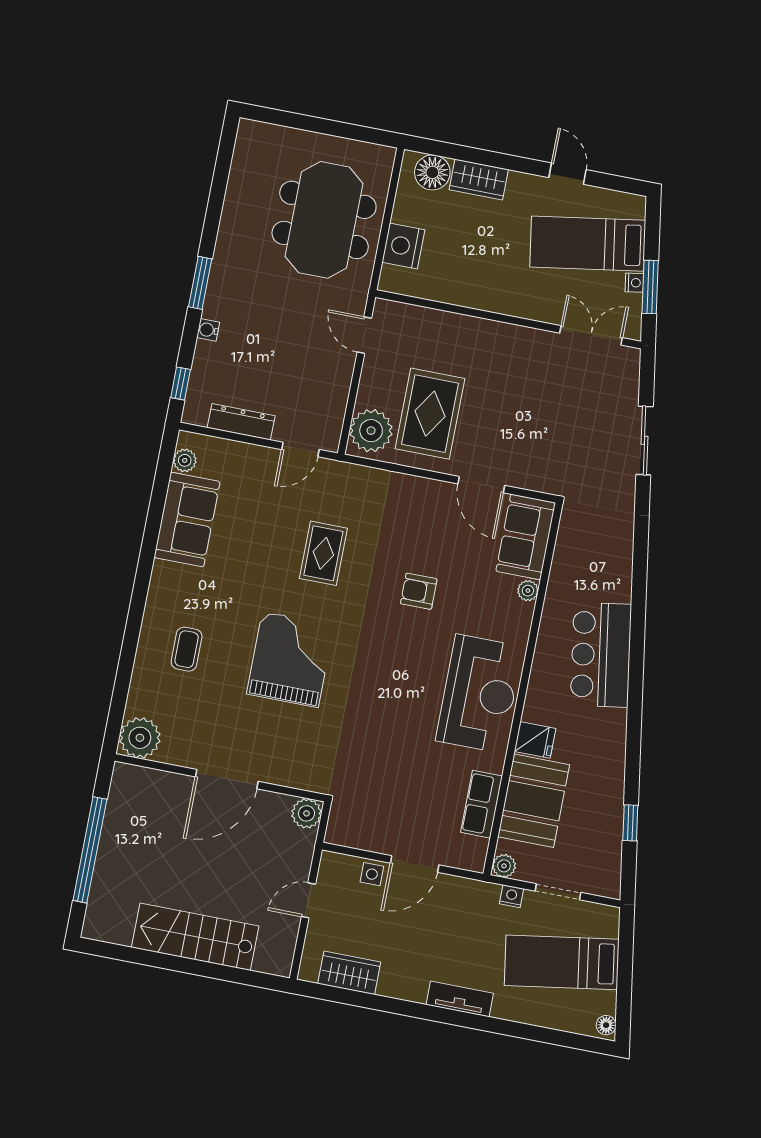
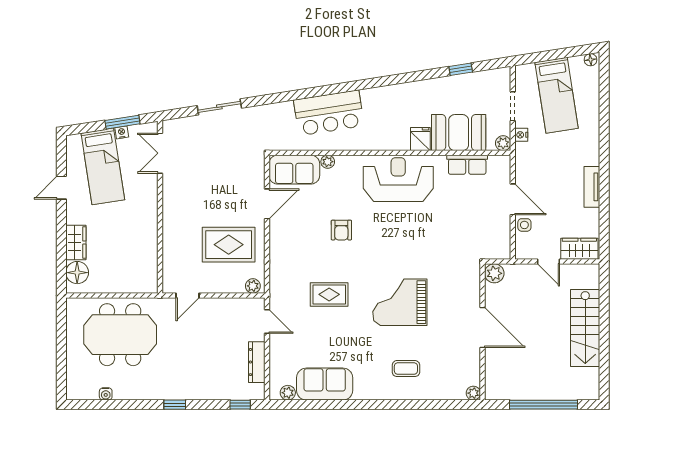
nightstand: (403, 246) -> (127, 282), removed
window: (200, 283) -> (175, 405), width x0.67
water cooler: (208, 330) -> (106, 394), moved
plant: (371, 431) -> (253, 286), width x0.53, depth x0.53
bar counter: (601, 655) -> (329, 113), moved
plant: (140, 738) -> (473, 393), width x0.53, depth x0.53
wardrobe: (349, 973) -> (579, 249), moved, turned 90
tv unit: (460, 999) -> (592, 187), moved

